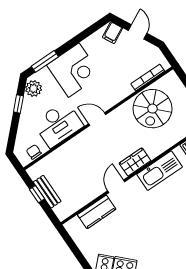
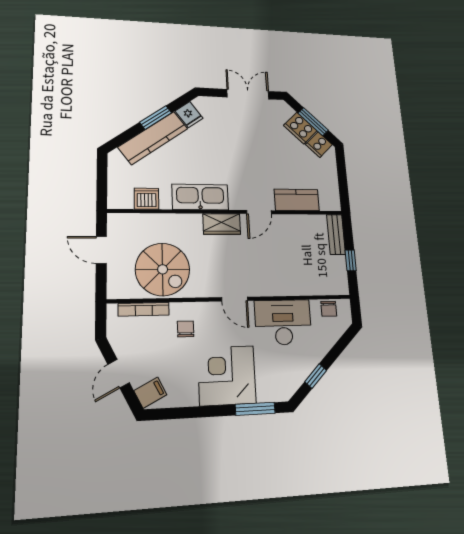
chair: (116, 82) -> (186, 329), added
plant: (34, 89) -> (288, 383), removed
spiral stairs: (153, 109) -> (163, 269), turned 90
bench: (47, 192) -> (336, 234), moved

